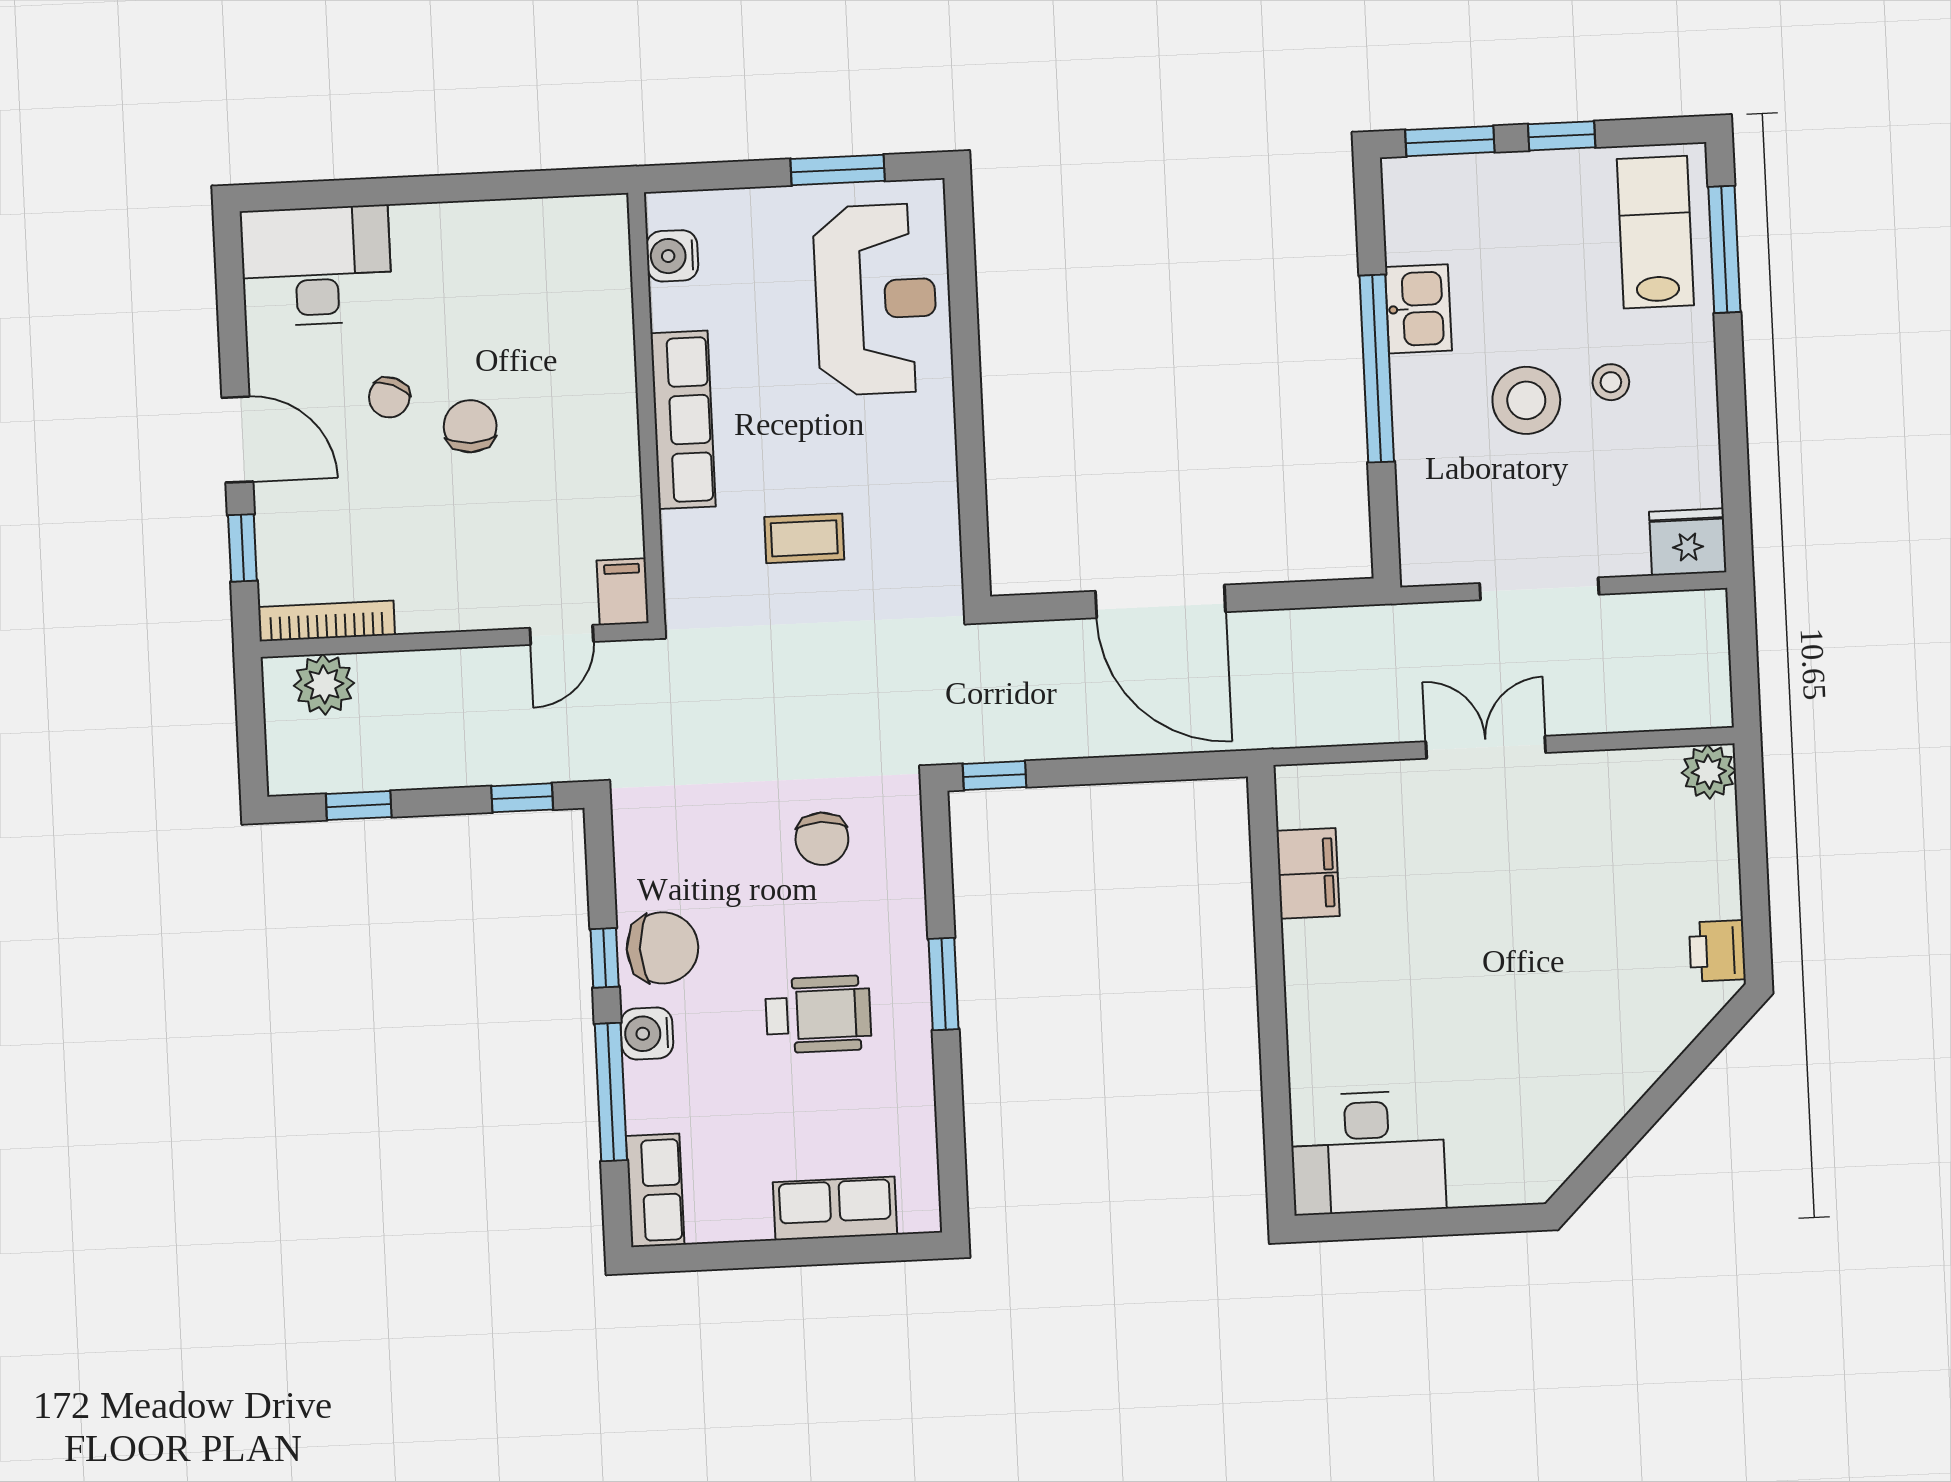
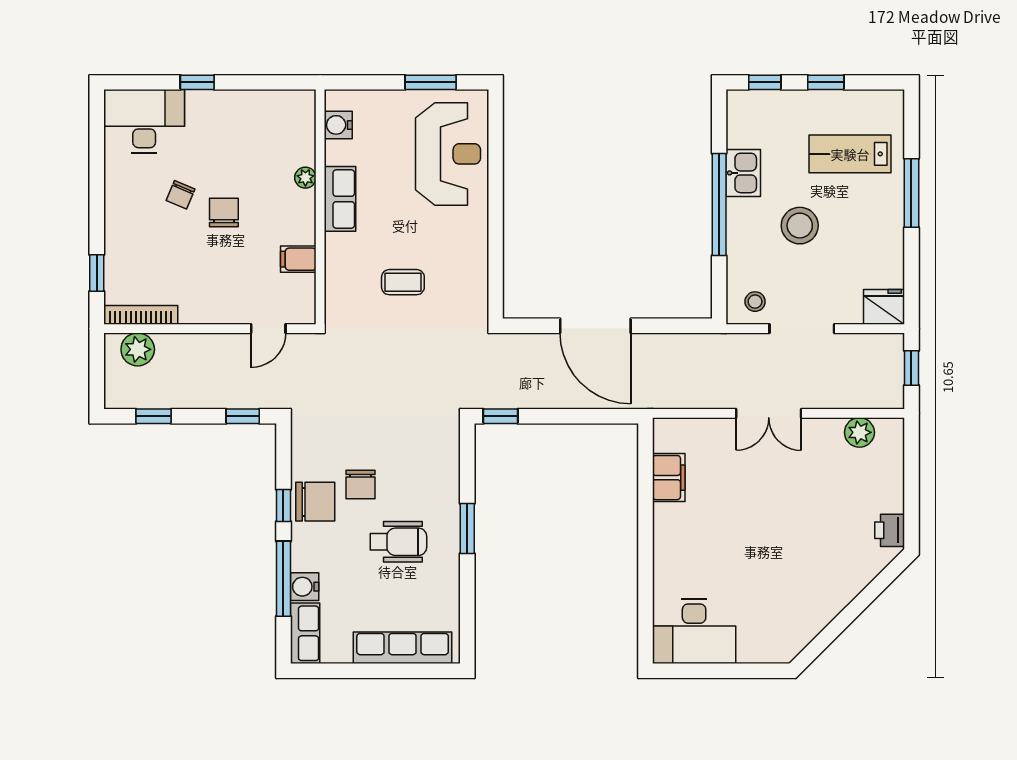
window: (1450, 141) -> (765, 82), width x0.67
window: (410, 190) -> (197, 82), added
lab bench: (1655, 232) -> (850, 154), moved, turned -90
window: (1724, 249) -> (911, 193), moved
plant: (616, 355) -> (305, 178), added
stool: (1611, 382) -> (755, 302), moved
row of seats: (683, 420) -> (340, 199), width x0.68
door: (237, 440) -> (97, 214), removed
filing cabinet: (623, 592) -> (298, 259), moved, turned -90
window: (1743, 652) -> (911, 368), added
double door: (1486, 747) -> (769, 413), swing flipped
plant: (1709, 772) -> (859, 432), moved
chair: (822, 839) -> (361, 484), moved
water cooler: (647, 1034) -> (305, 587), moved
row of seats: (835, 1208) -> (403, 648), width x1.48

